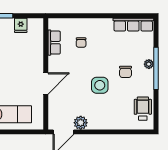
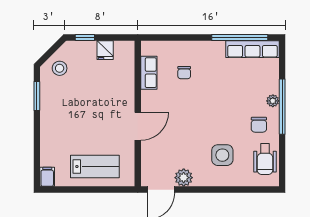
window: (124, 16) -> (240, 37), added
chair: (126, 72) -> (259, 125), moved
side table: (100, 85) -> (222, 155), moved
wheelchair: (143, 109) -> (265, 159), turned 180

